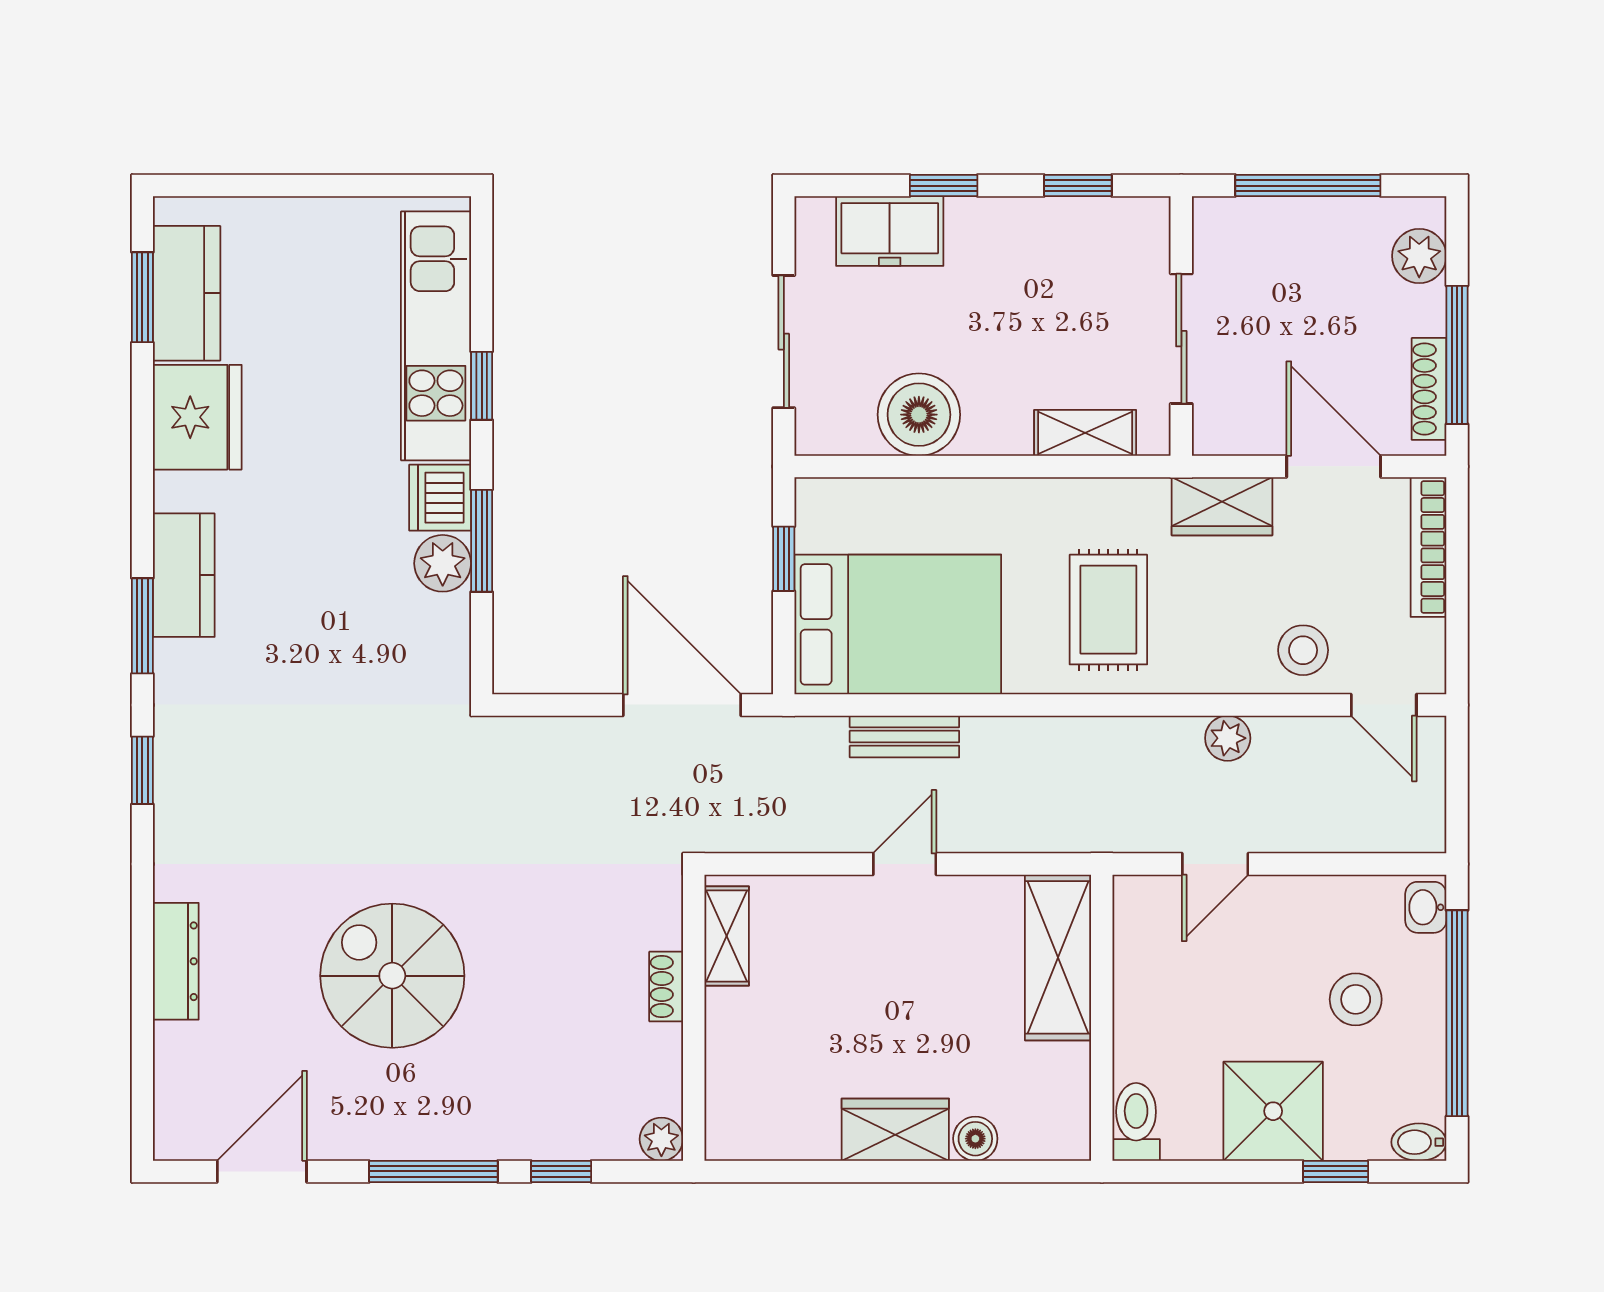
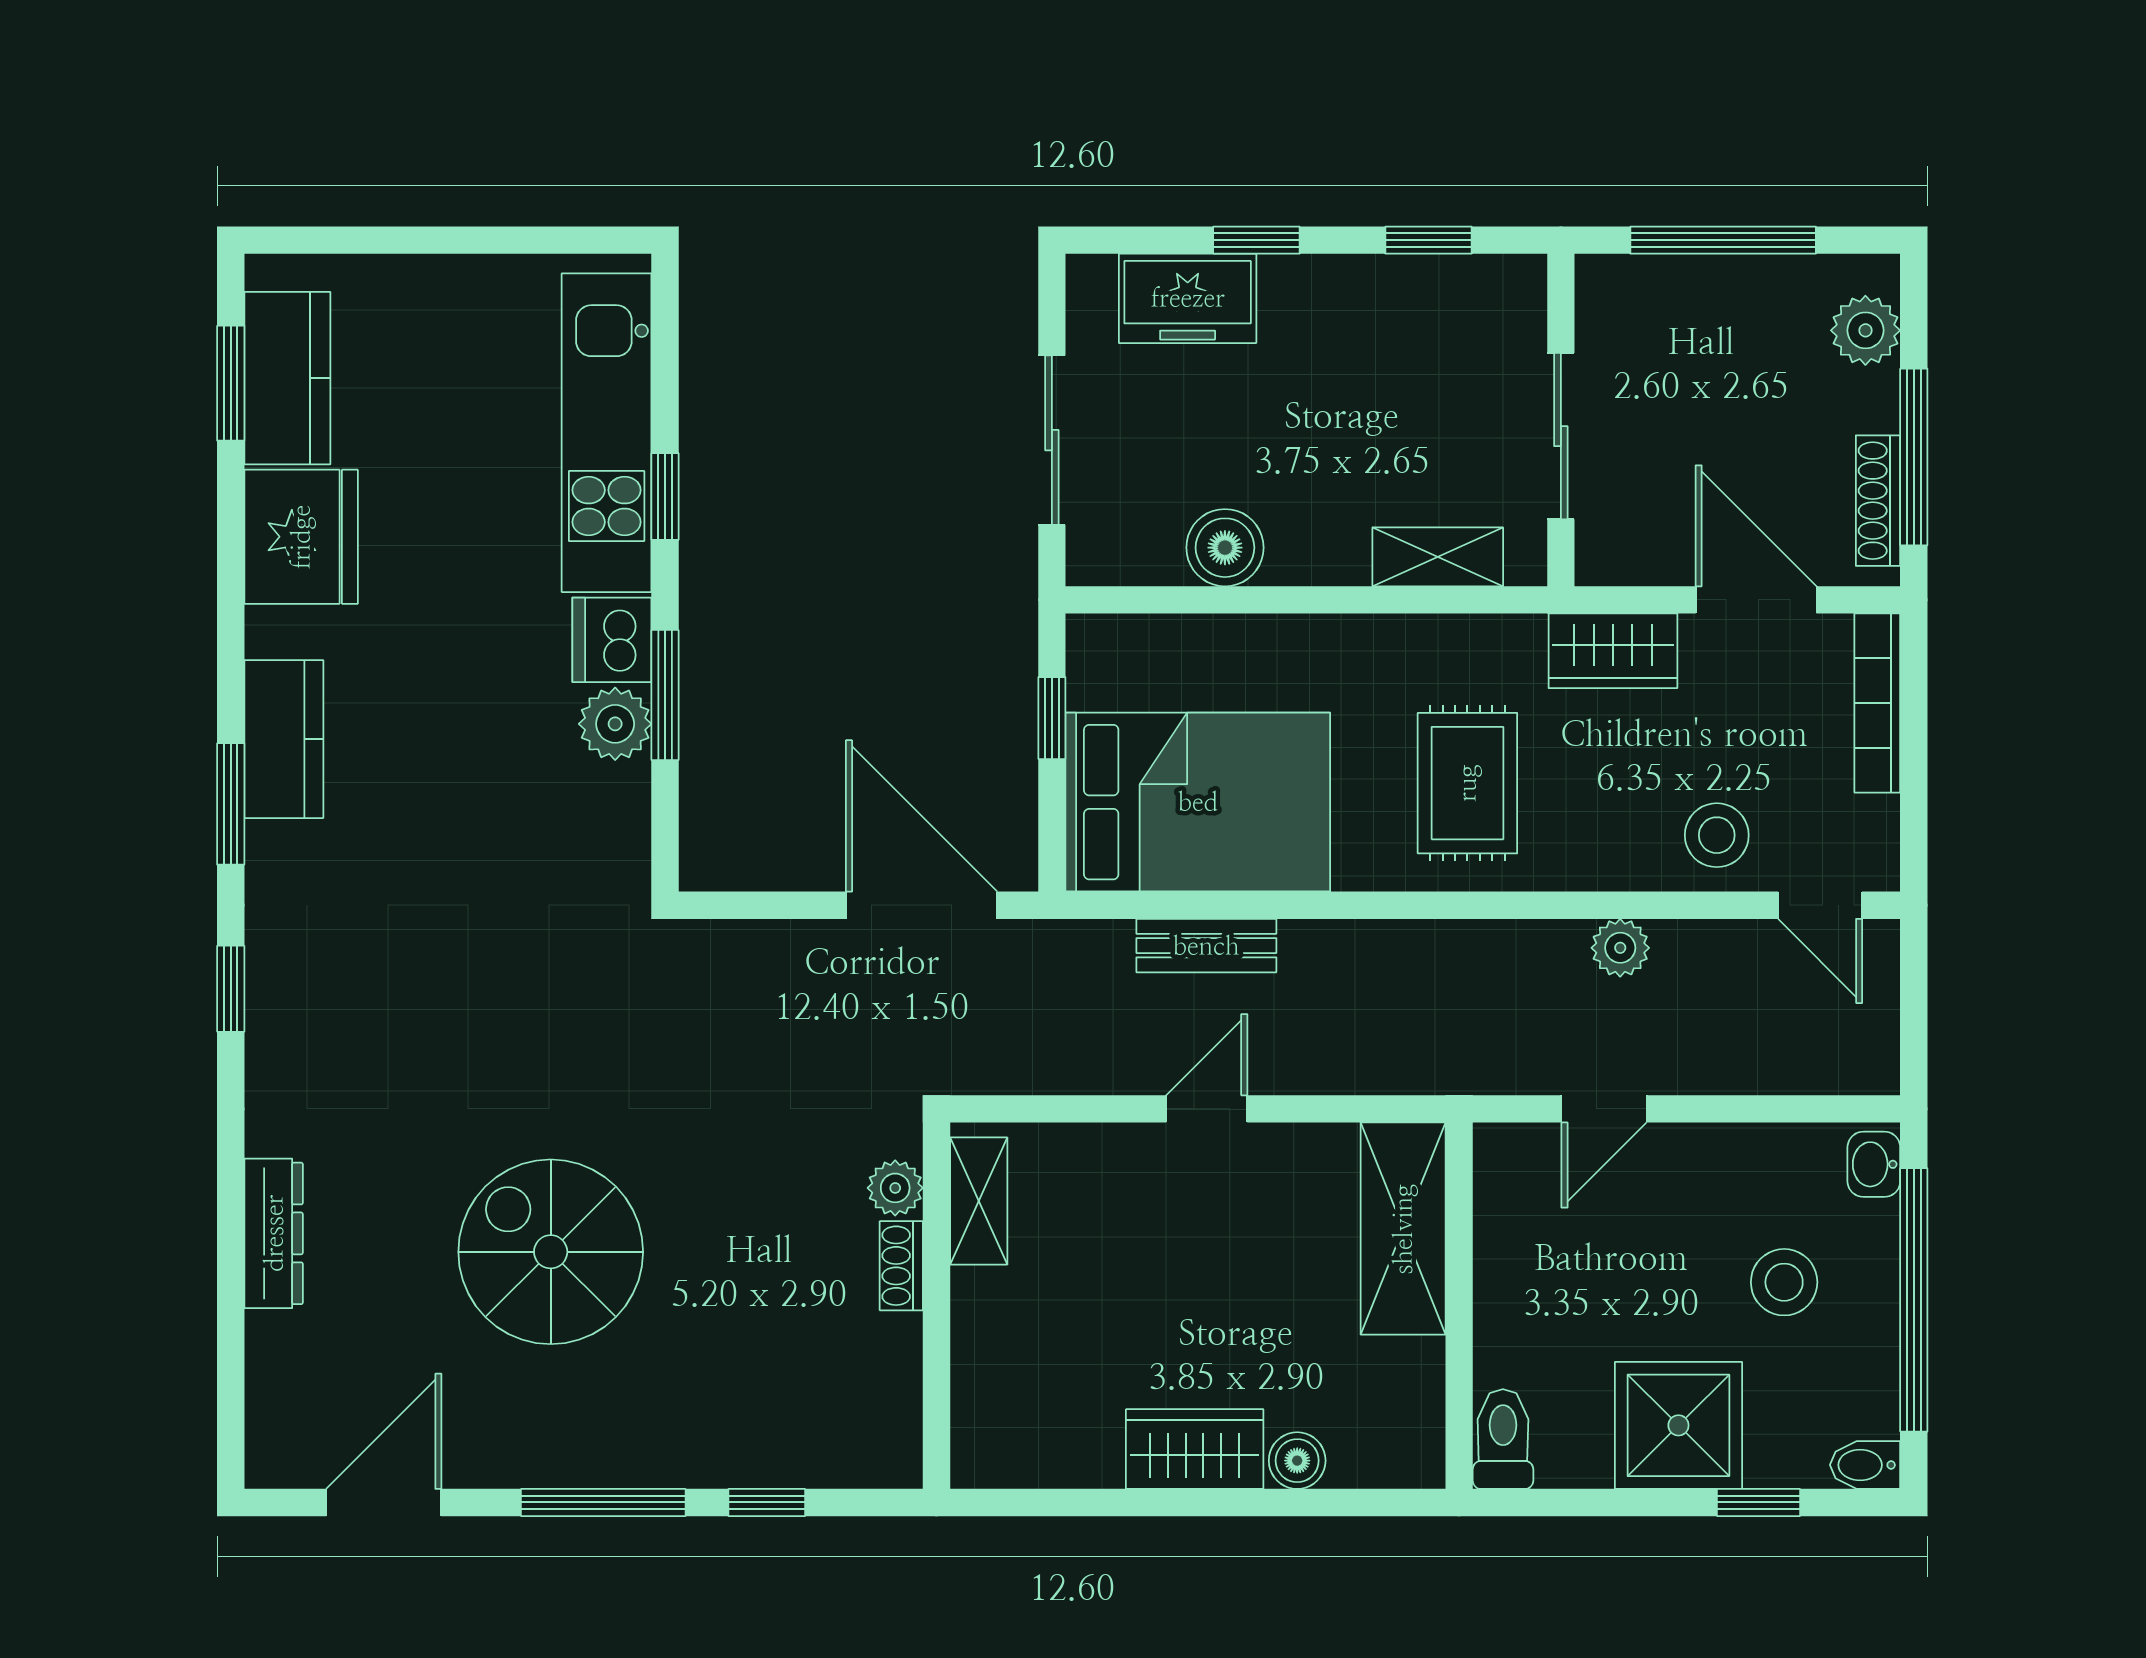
boiler: (919, 415) -> (1225, 548), width x0.73, depth x0.73
plant: (661, 1139) -> (895, 1188), moved

